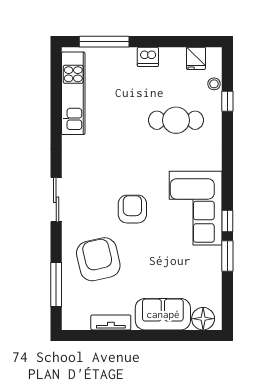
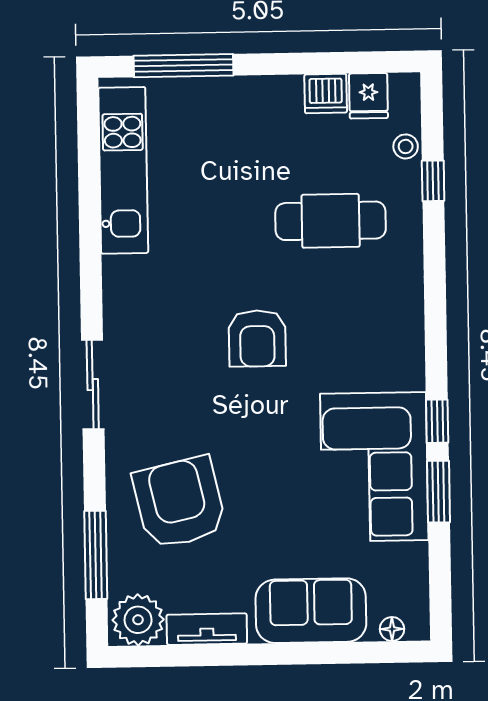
dishwasher: (148, 57) -> (326, 93), moved
corner sofa: (196, 208) -> (374, 467), moved
armchair: (132, 209) -> (257, 338), moved, turned 180
plant: (77, 317) -> (138, 620), added
floor lamp: (203, 319) -> (392, 629), width x0.53, depth x0.53

